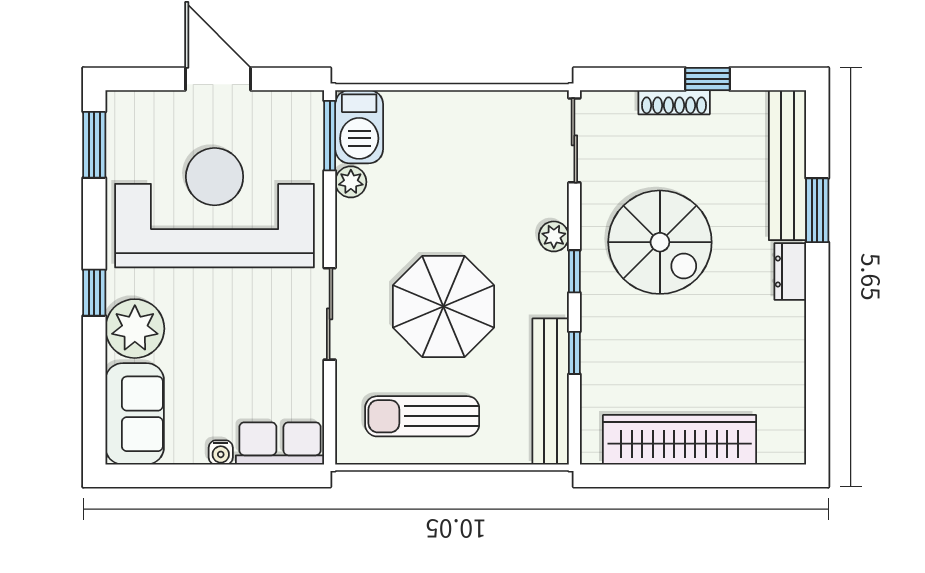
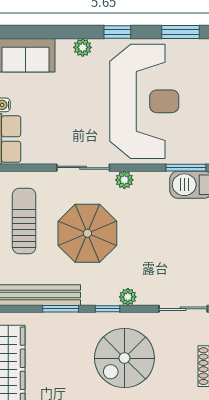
plant: (351, 182) -> (124, 180), moved
window: (94, 293) -> (117, 32), moved
plant: (135, 329) -> (83, 47), width x0.53, depth x0.53
window: (574, 353) -> (61, 309), width x1.50

